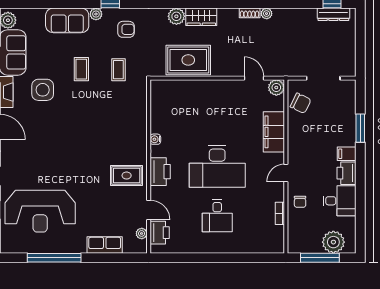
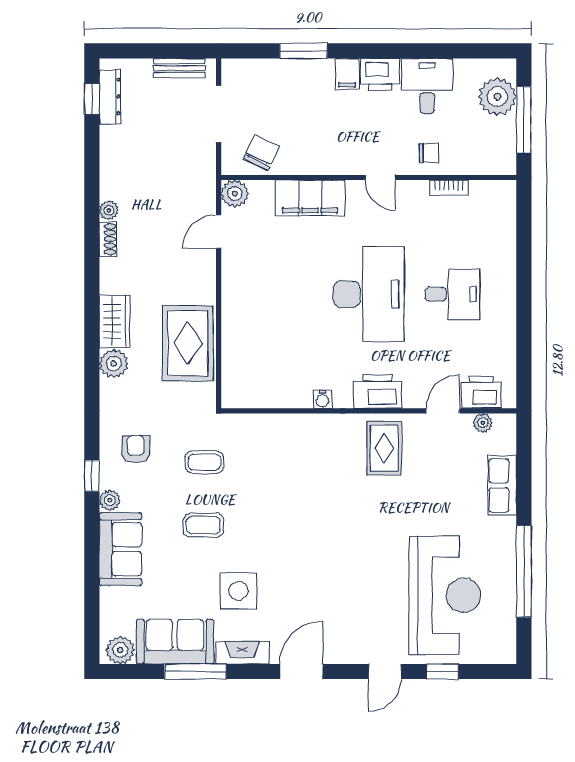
bench: (350, 55) -> (179, 68), added

